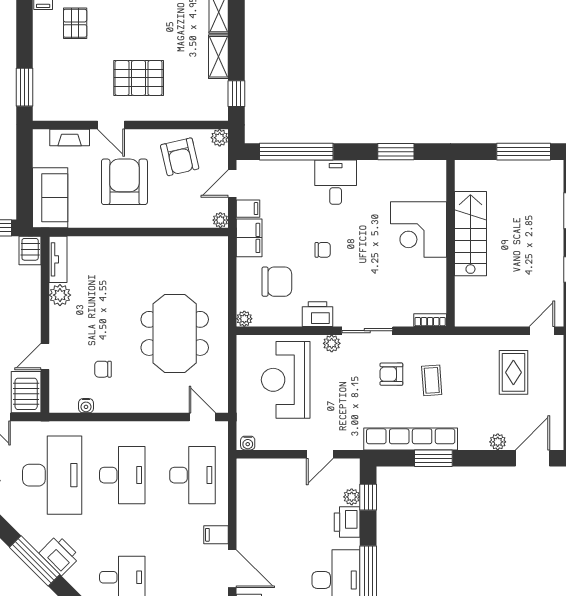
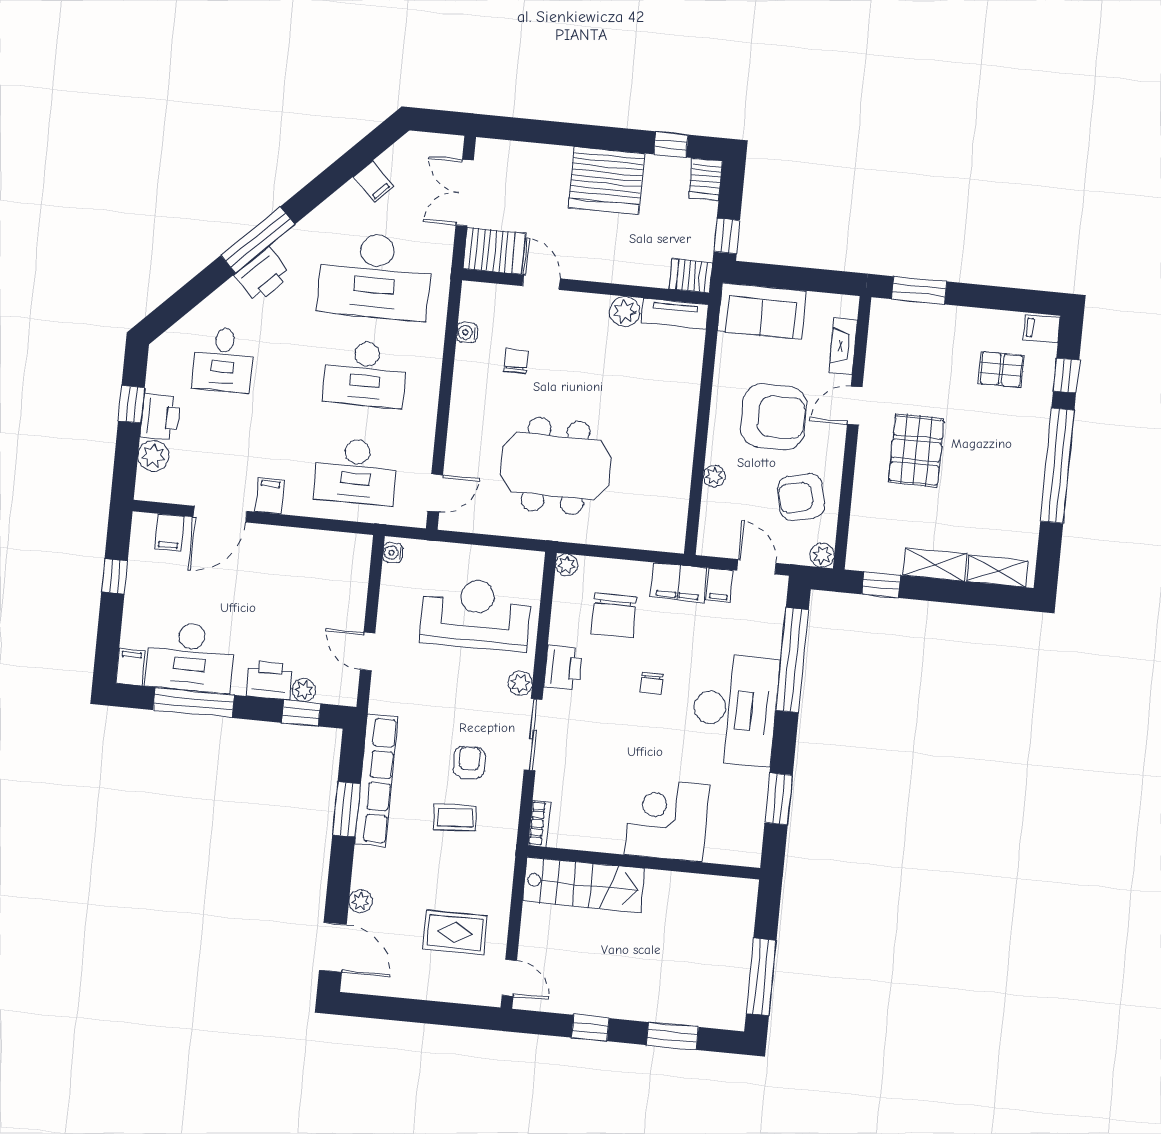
desk: (336, 182) -> (735, 710), width x1.87, depth x1.30
plant: (220, 220) -> (714, 476), moved
stairs: (470, 234) -> (584, 885), moved

